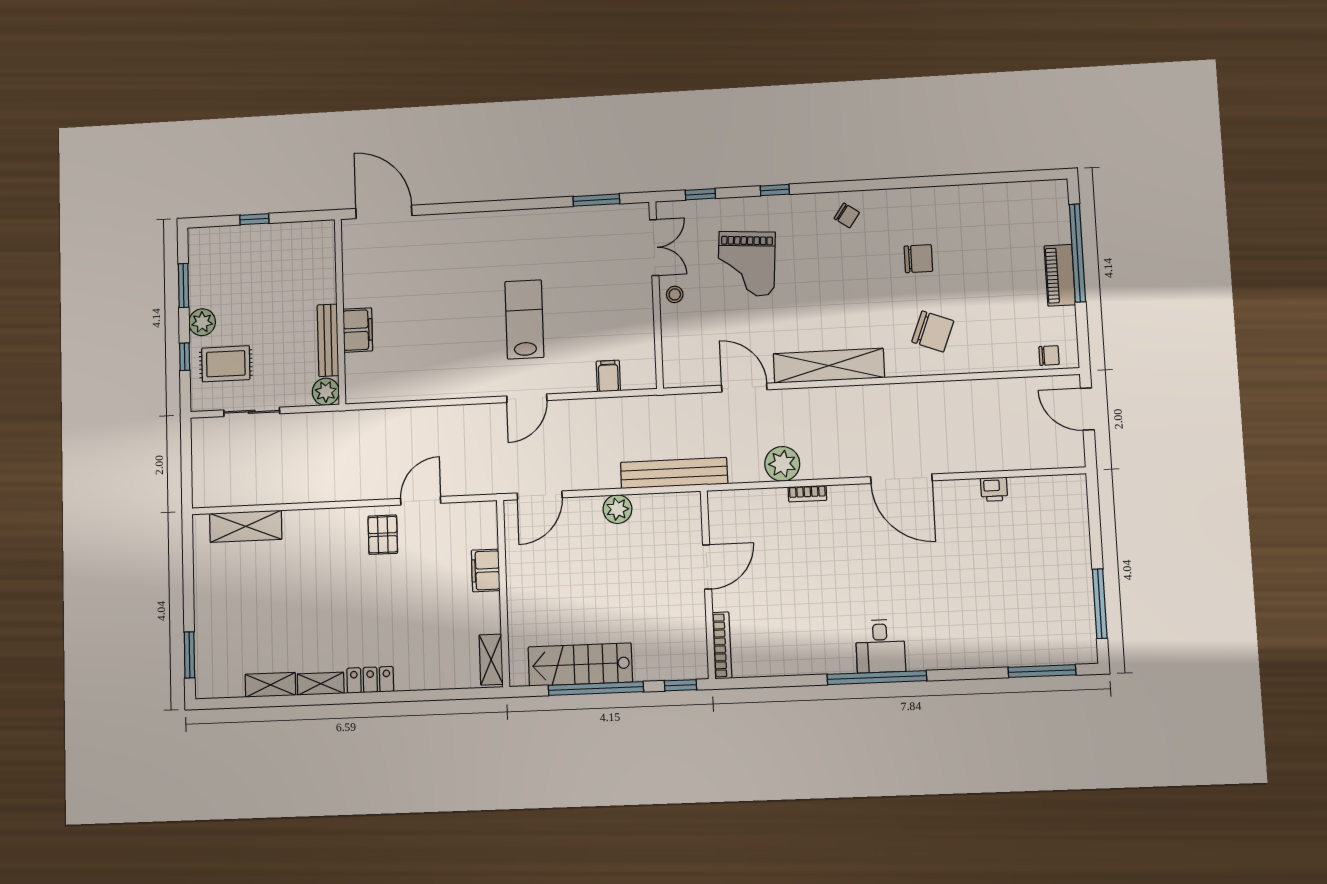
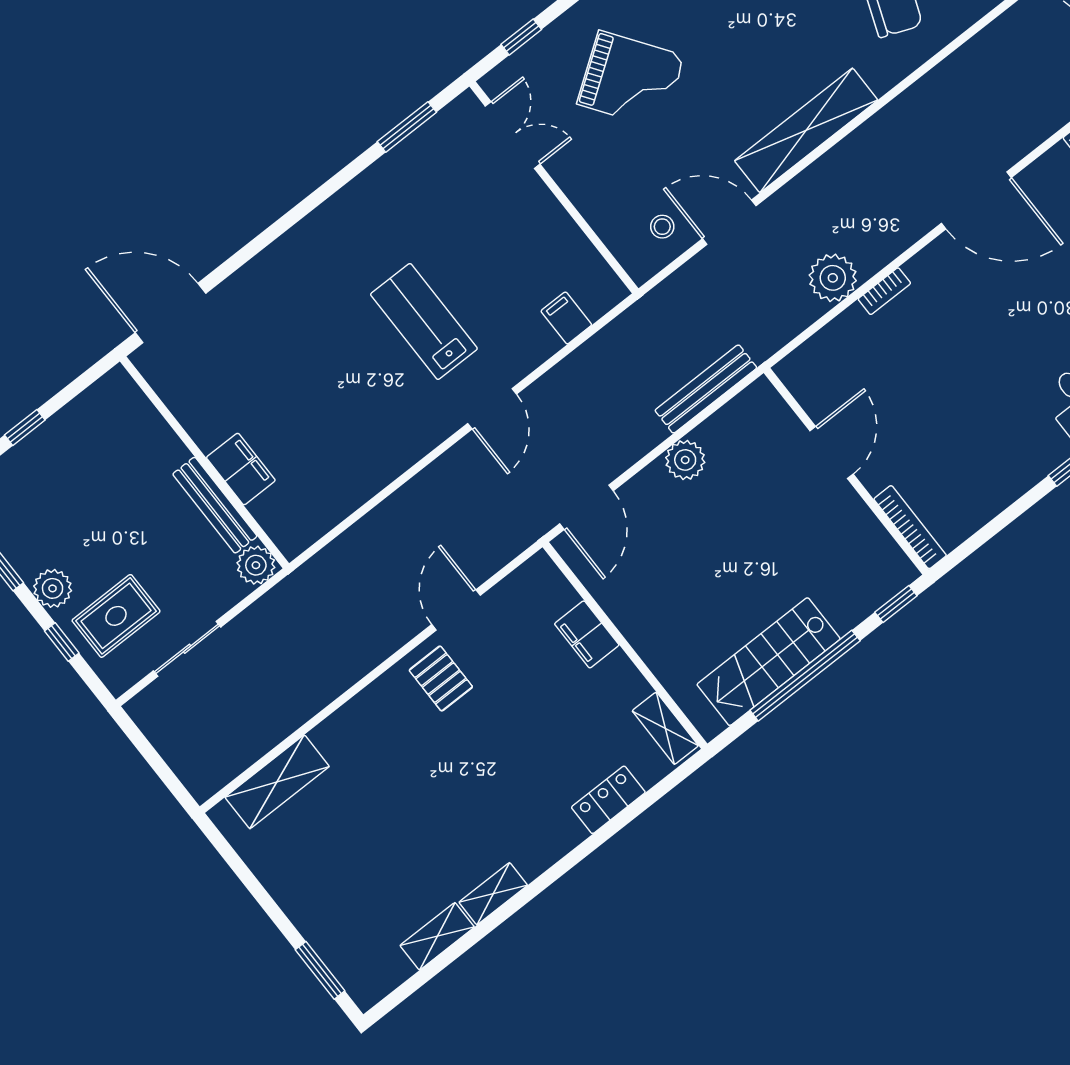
grand piano: (746, 264) -> (631, 80), turned -39
stool: (675, 294) -> (662, 227), moved
bench: (674, 473) -> (706, 389), width x0.73, depth x0.82
locker: (370, 680) -> (608, 800), moved

